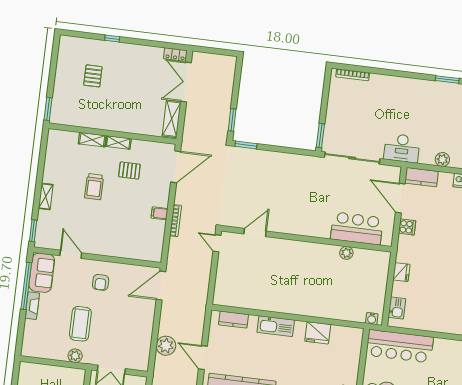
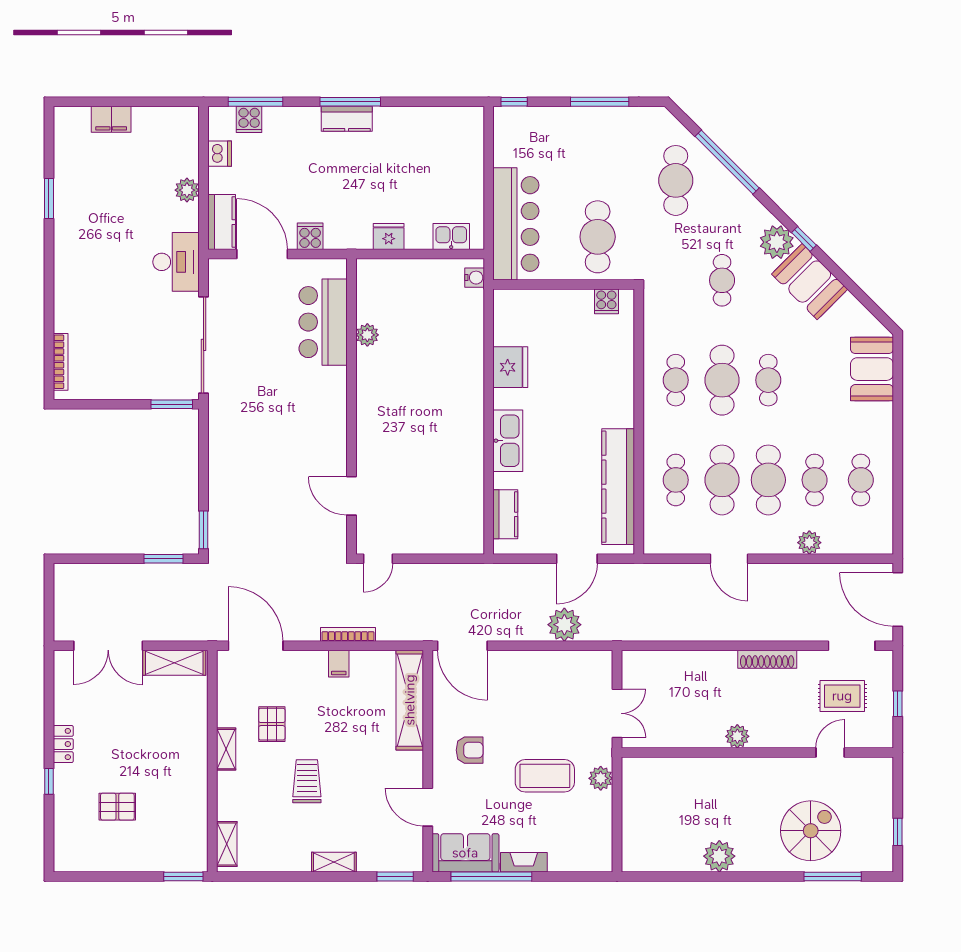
locker: (175, 54) -> (63, 744), moved
shelving: (92, 140) -> (227, 844), moved
trolley: (94, 187) -> (307, 781), turned -90
door: (400, 198) -> (262, 254), swing flipped
shelving: (133, 251) -> (410, 700), added
door: (71, 254) -> (428, 807), hinge flipped

